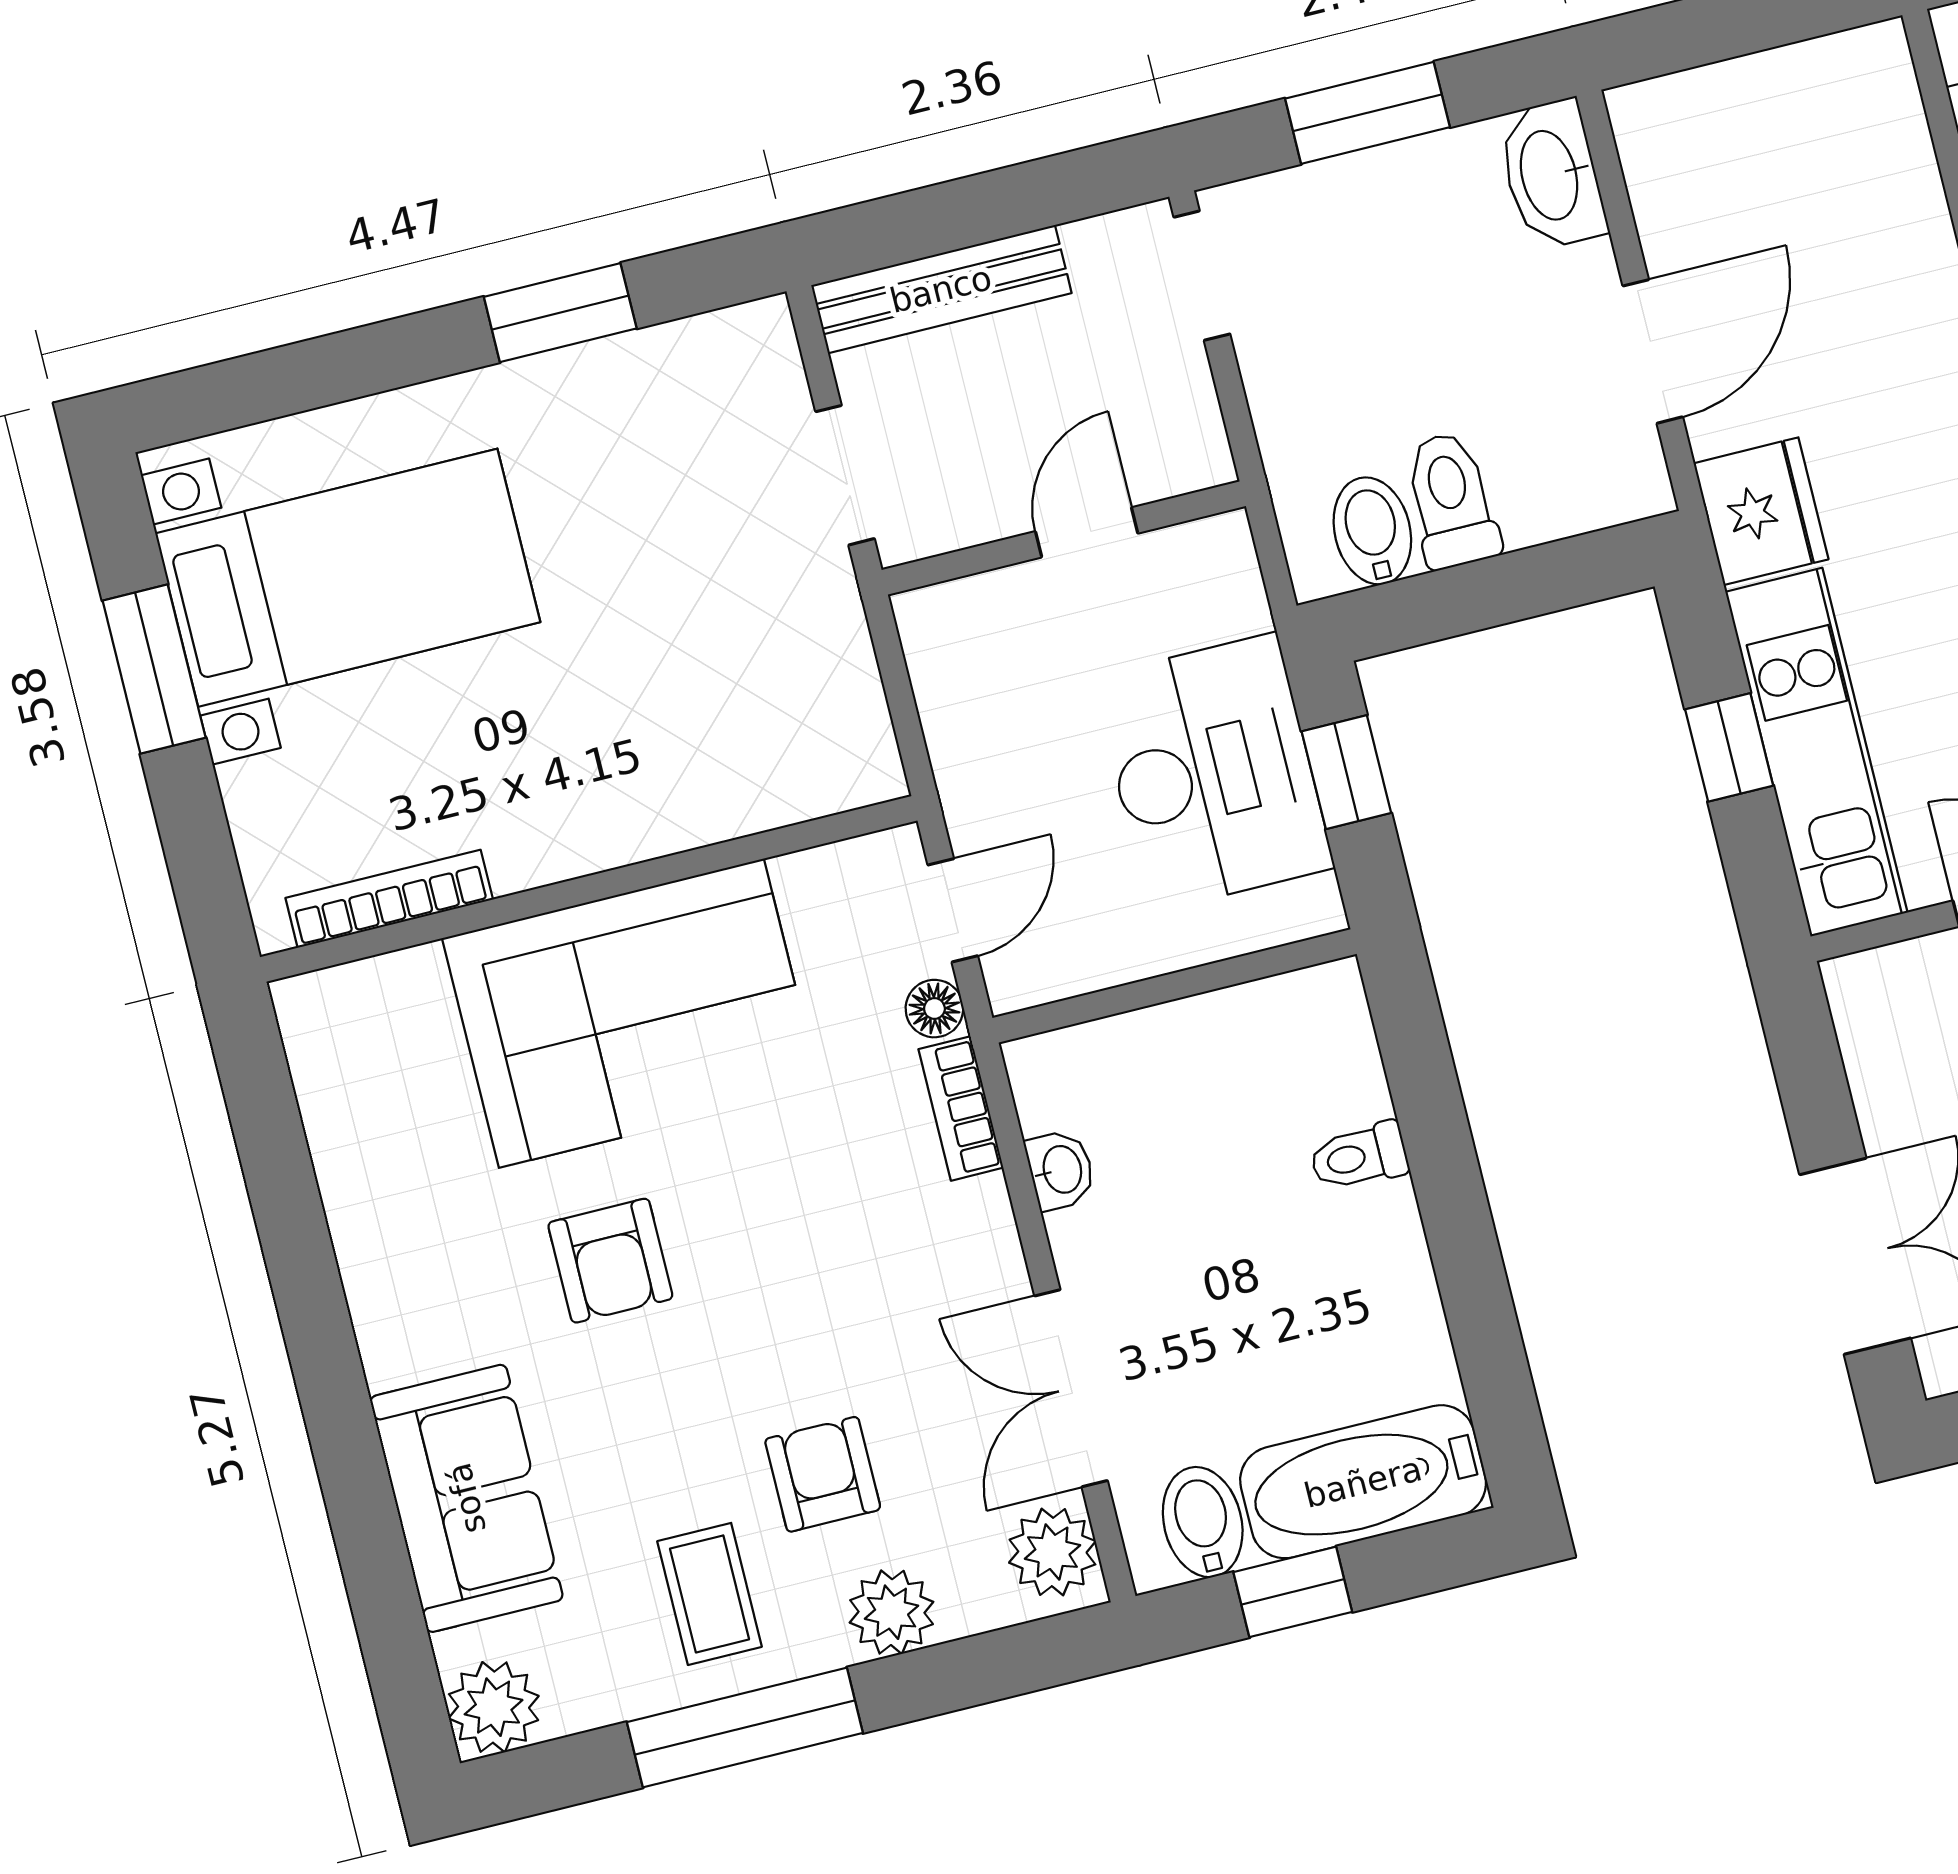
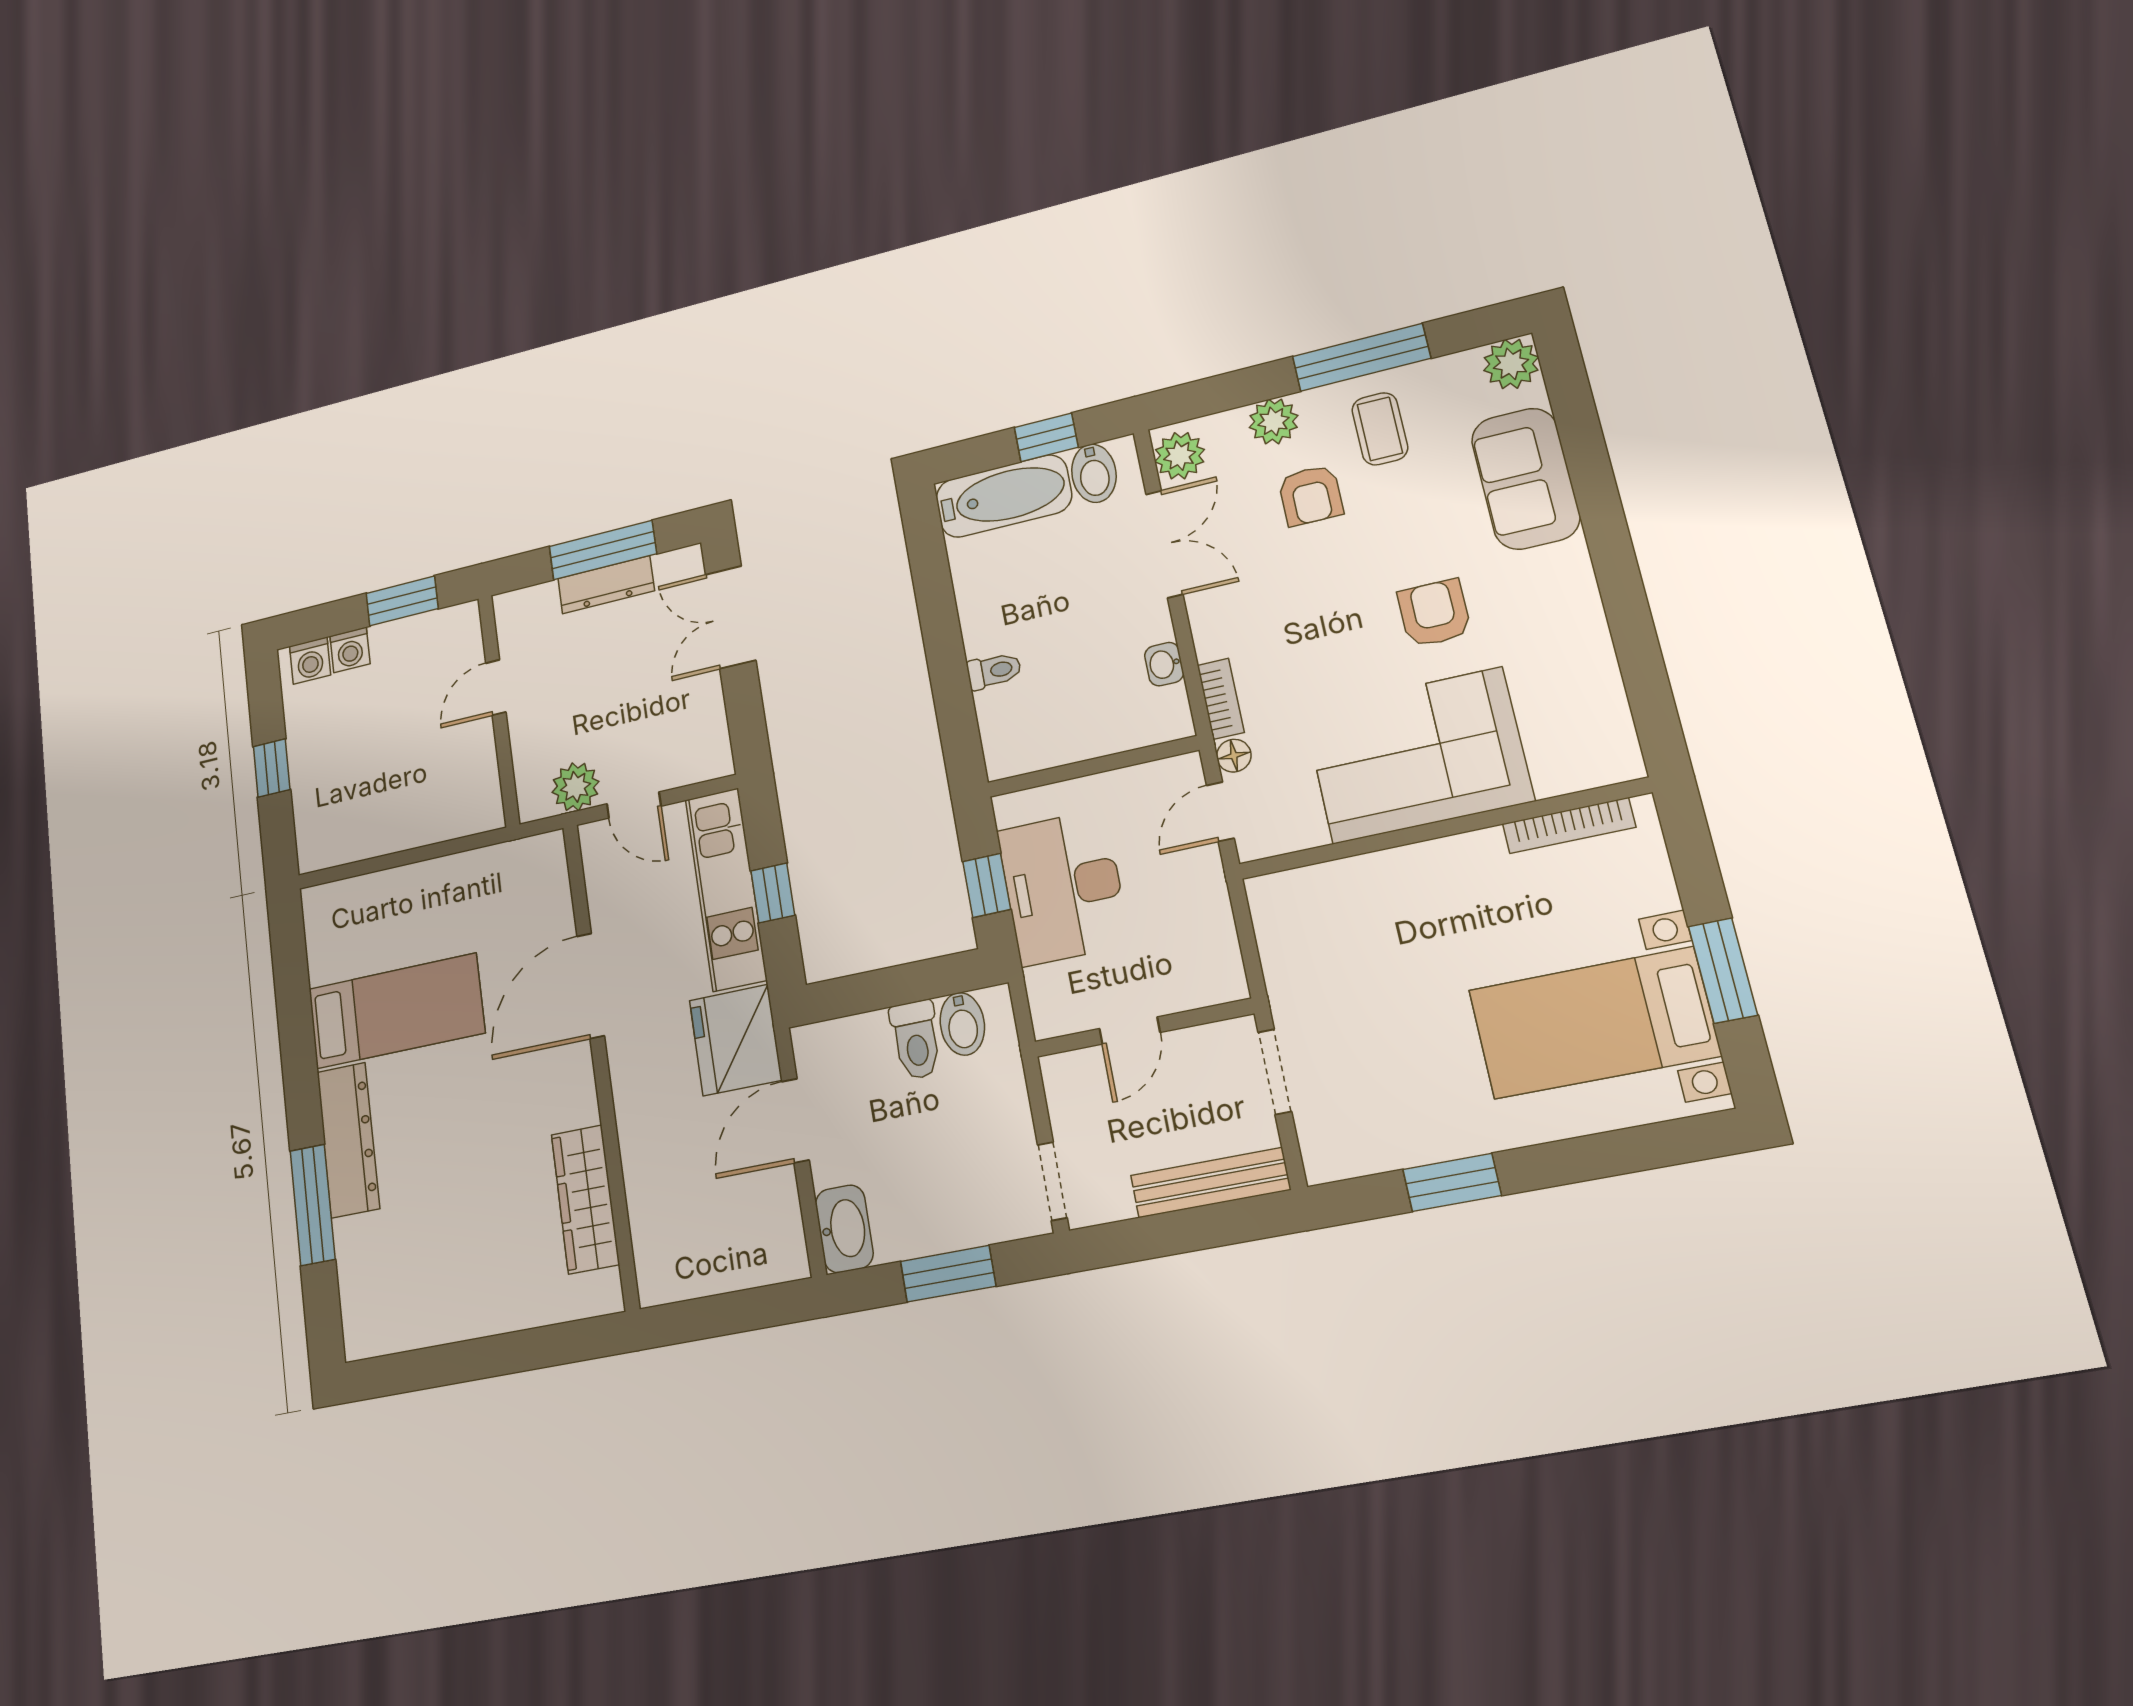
fridge: (1761, 511) -> (736, 1040), width x1.36, depth x1.34

